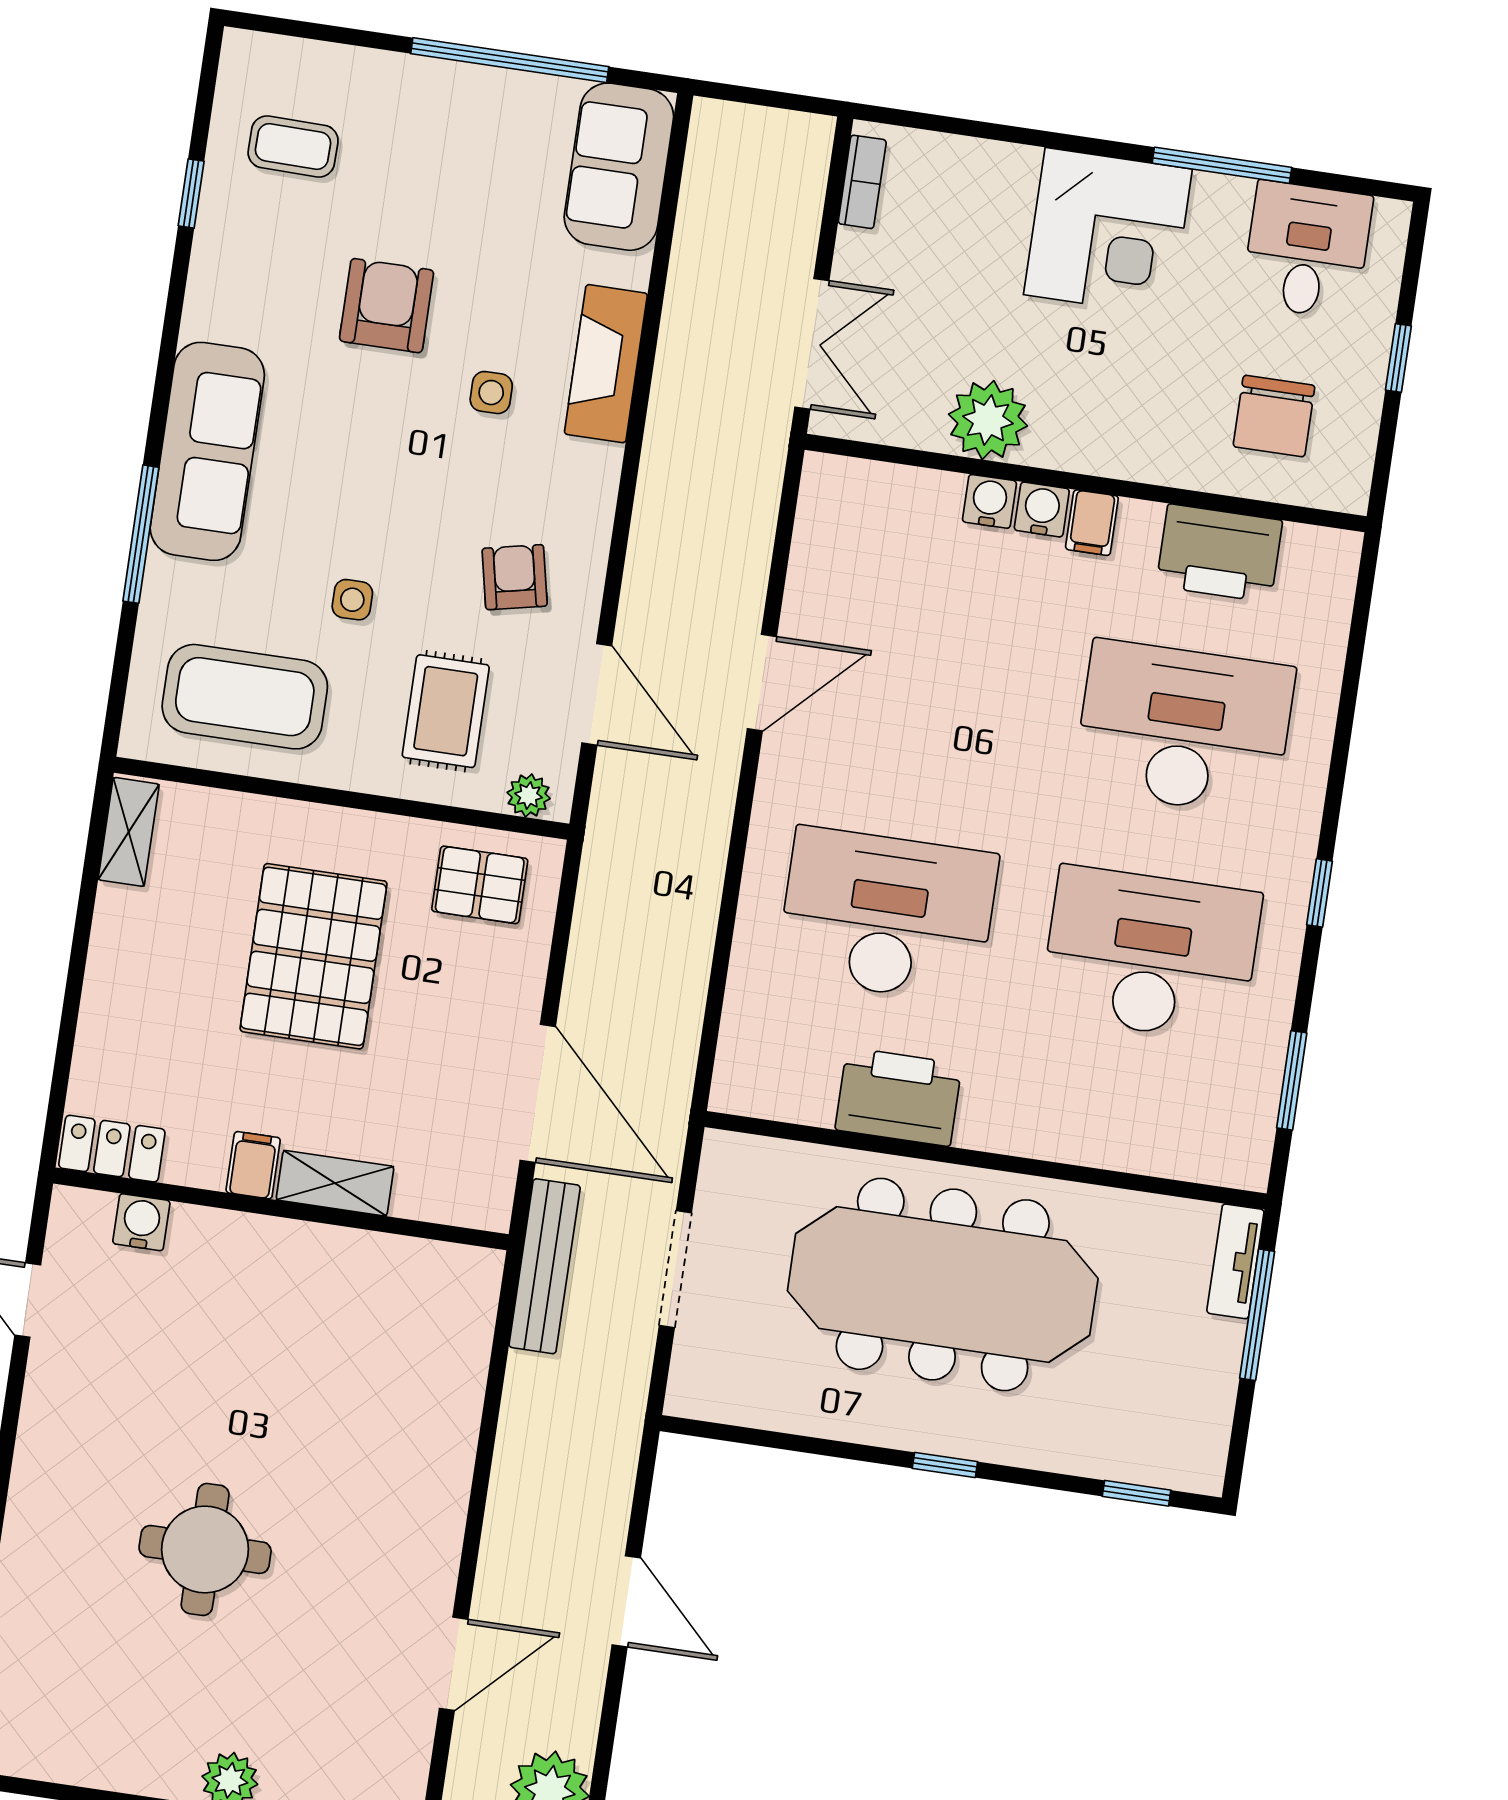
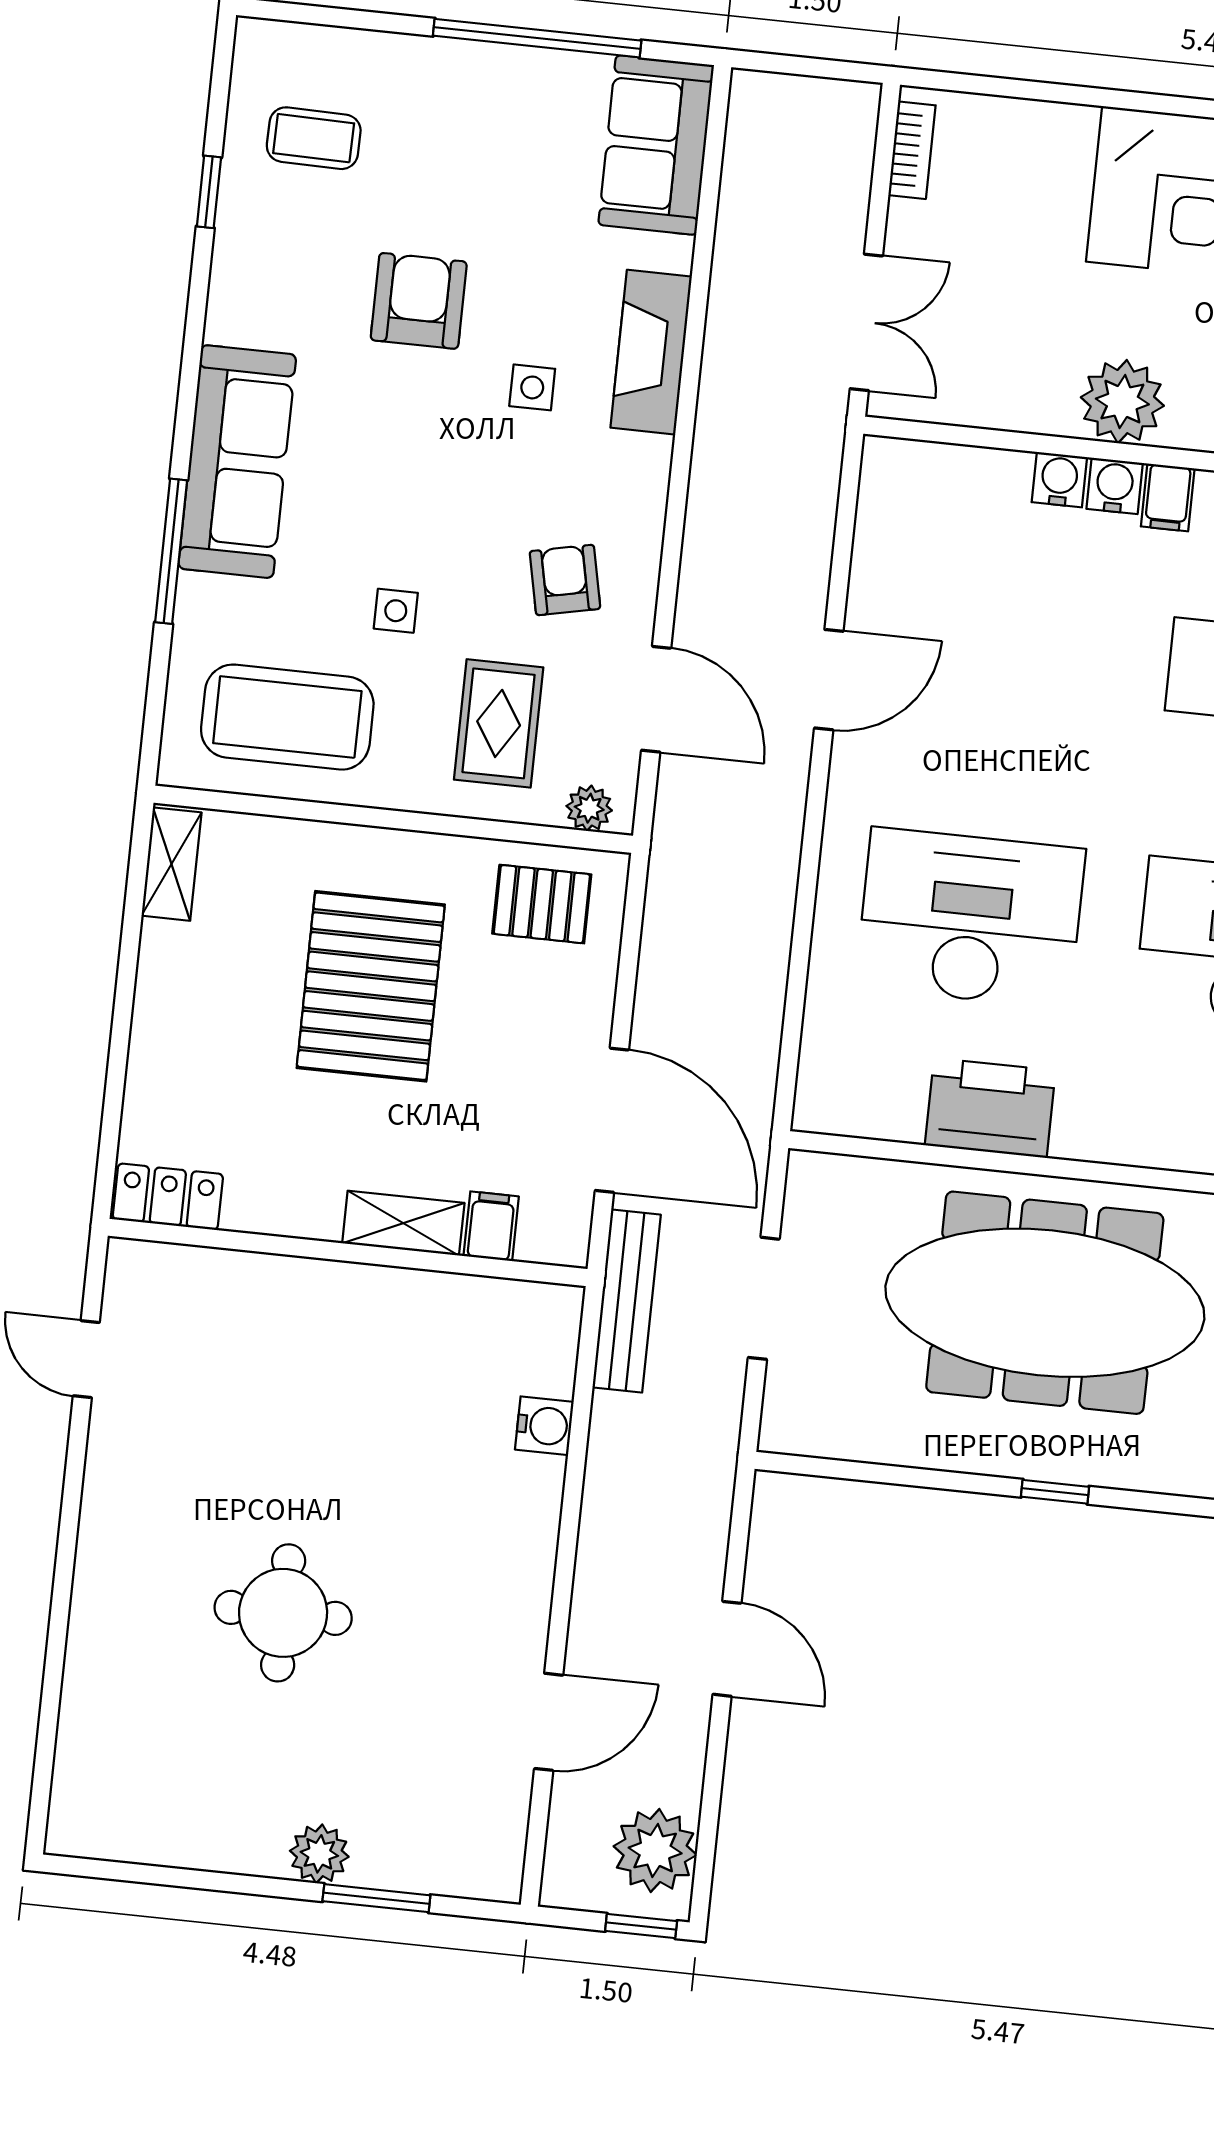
plant: (988, 420) -> (1122, 402), moved
filing cabinet: (253, 1165) -> (491, 1226), moved
water cooler: (141, 1222) -> (544, 1426), moved, turned 90

